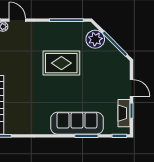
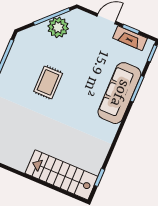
plant: (95, 39) -> (58, 27), moved
rug: (61, 63) -> (48, 82), width x0.73, depth x0.70

